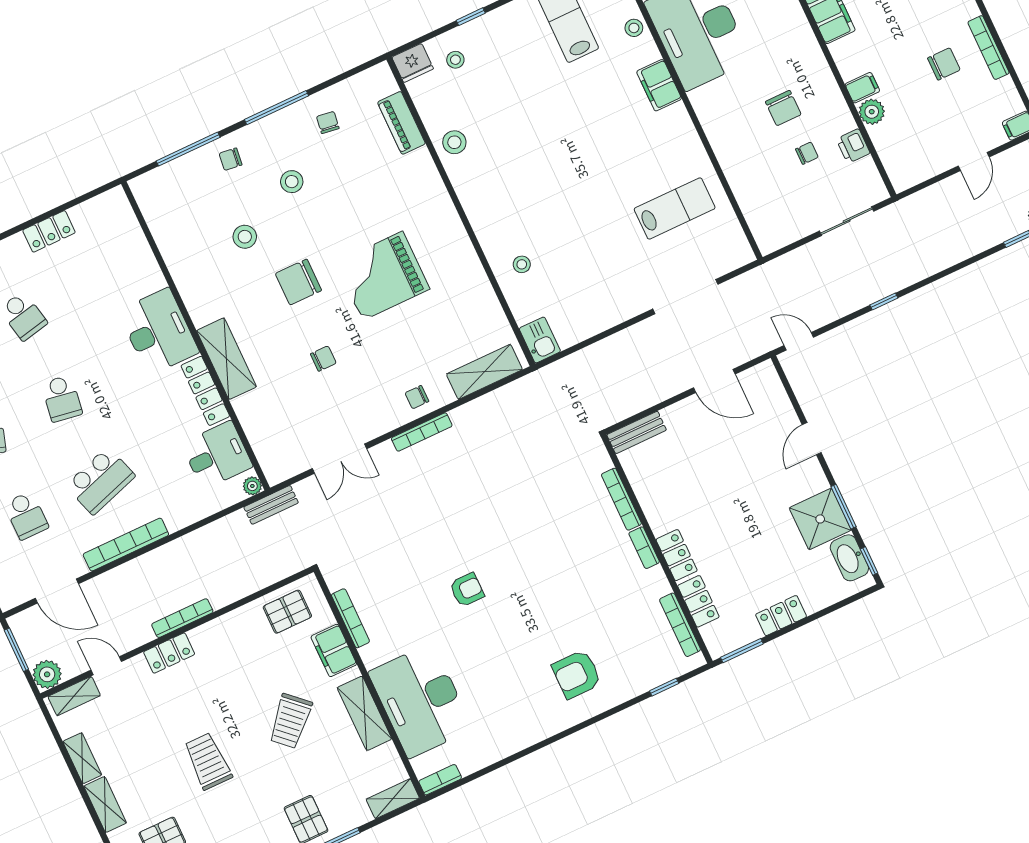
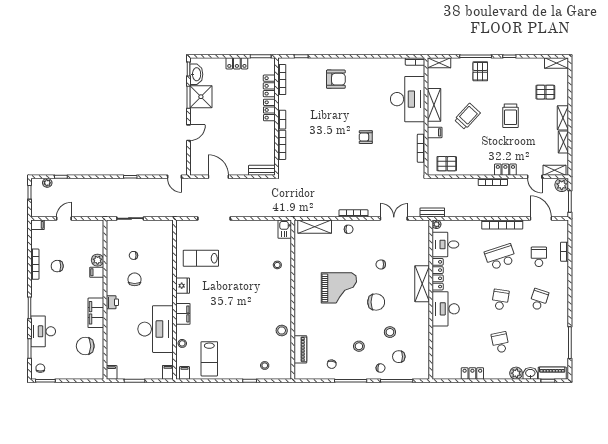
fridge: (413, 63) -> (183, 286), moved, turned 90
printer: (853, 146) -> (112, 302), moved
chair: (206, 198) -> (399, 357), added
filing cabinet: (334, 650) -> (435, 132), width x0.50

